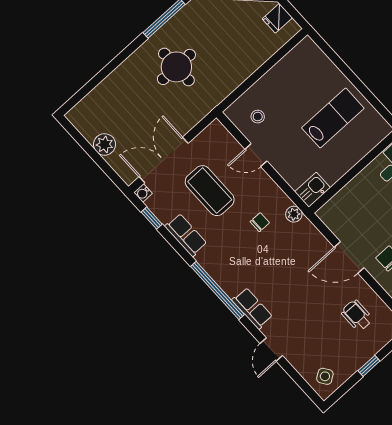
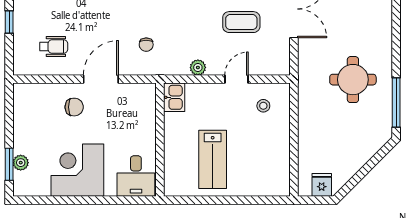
coffee table: (210, 191) -> (241, 22), width x0.73, depth x0.76
plant: (294, 214) -> (198, 67), moved
chair: (260, 222) -> (146, 45), moved

